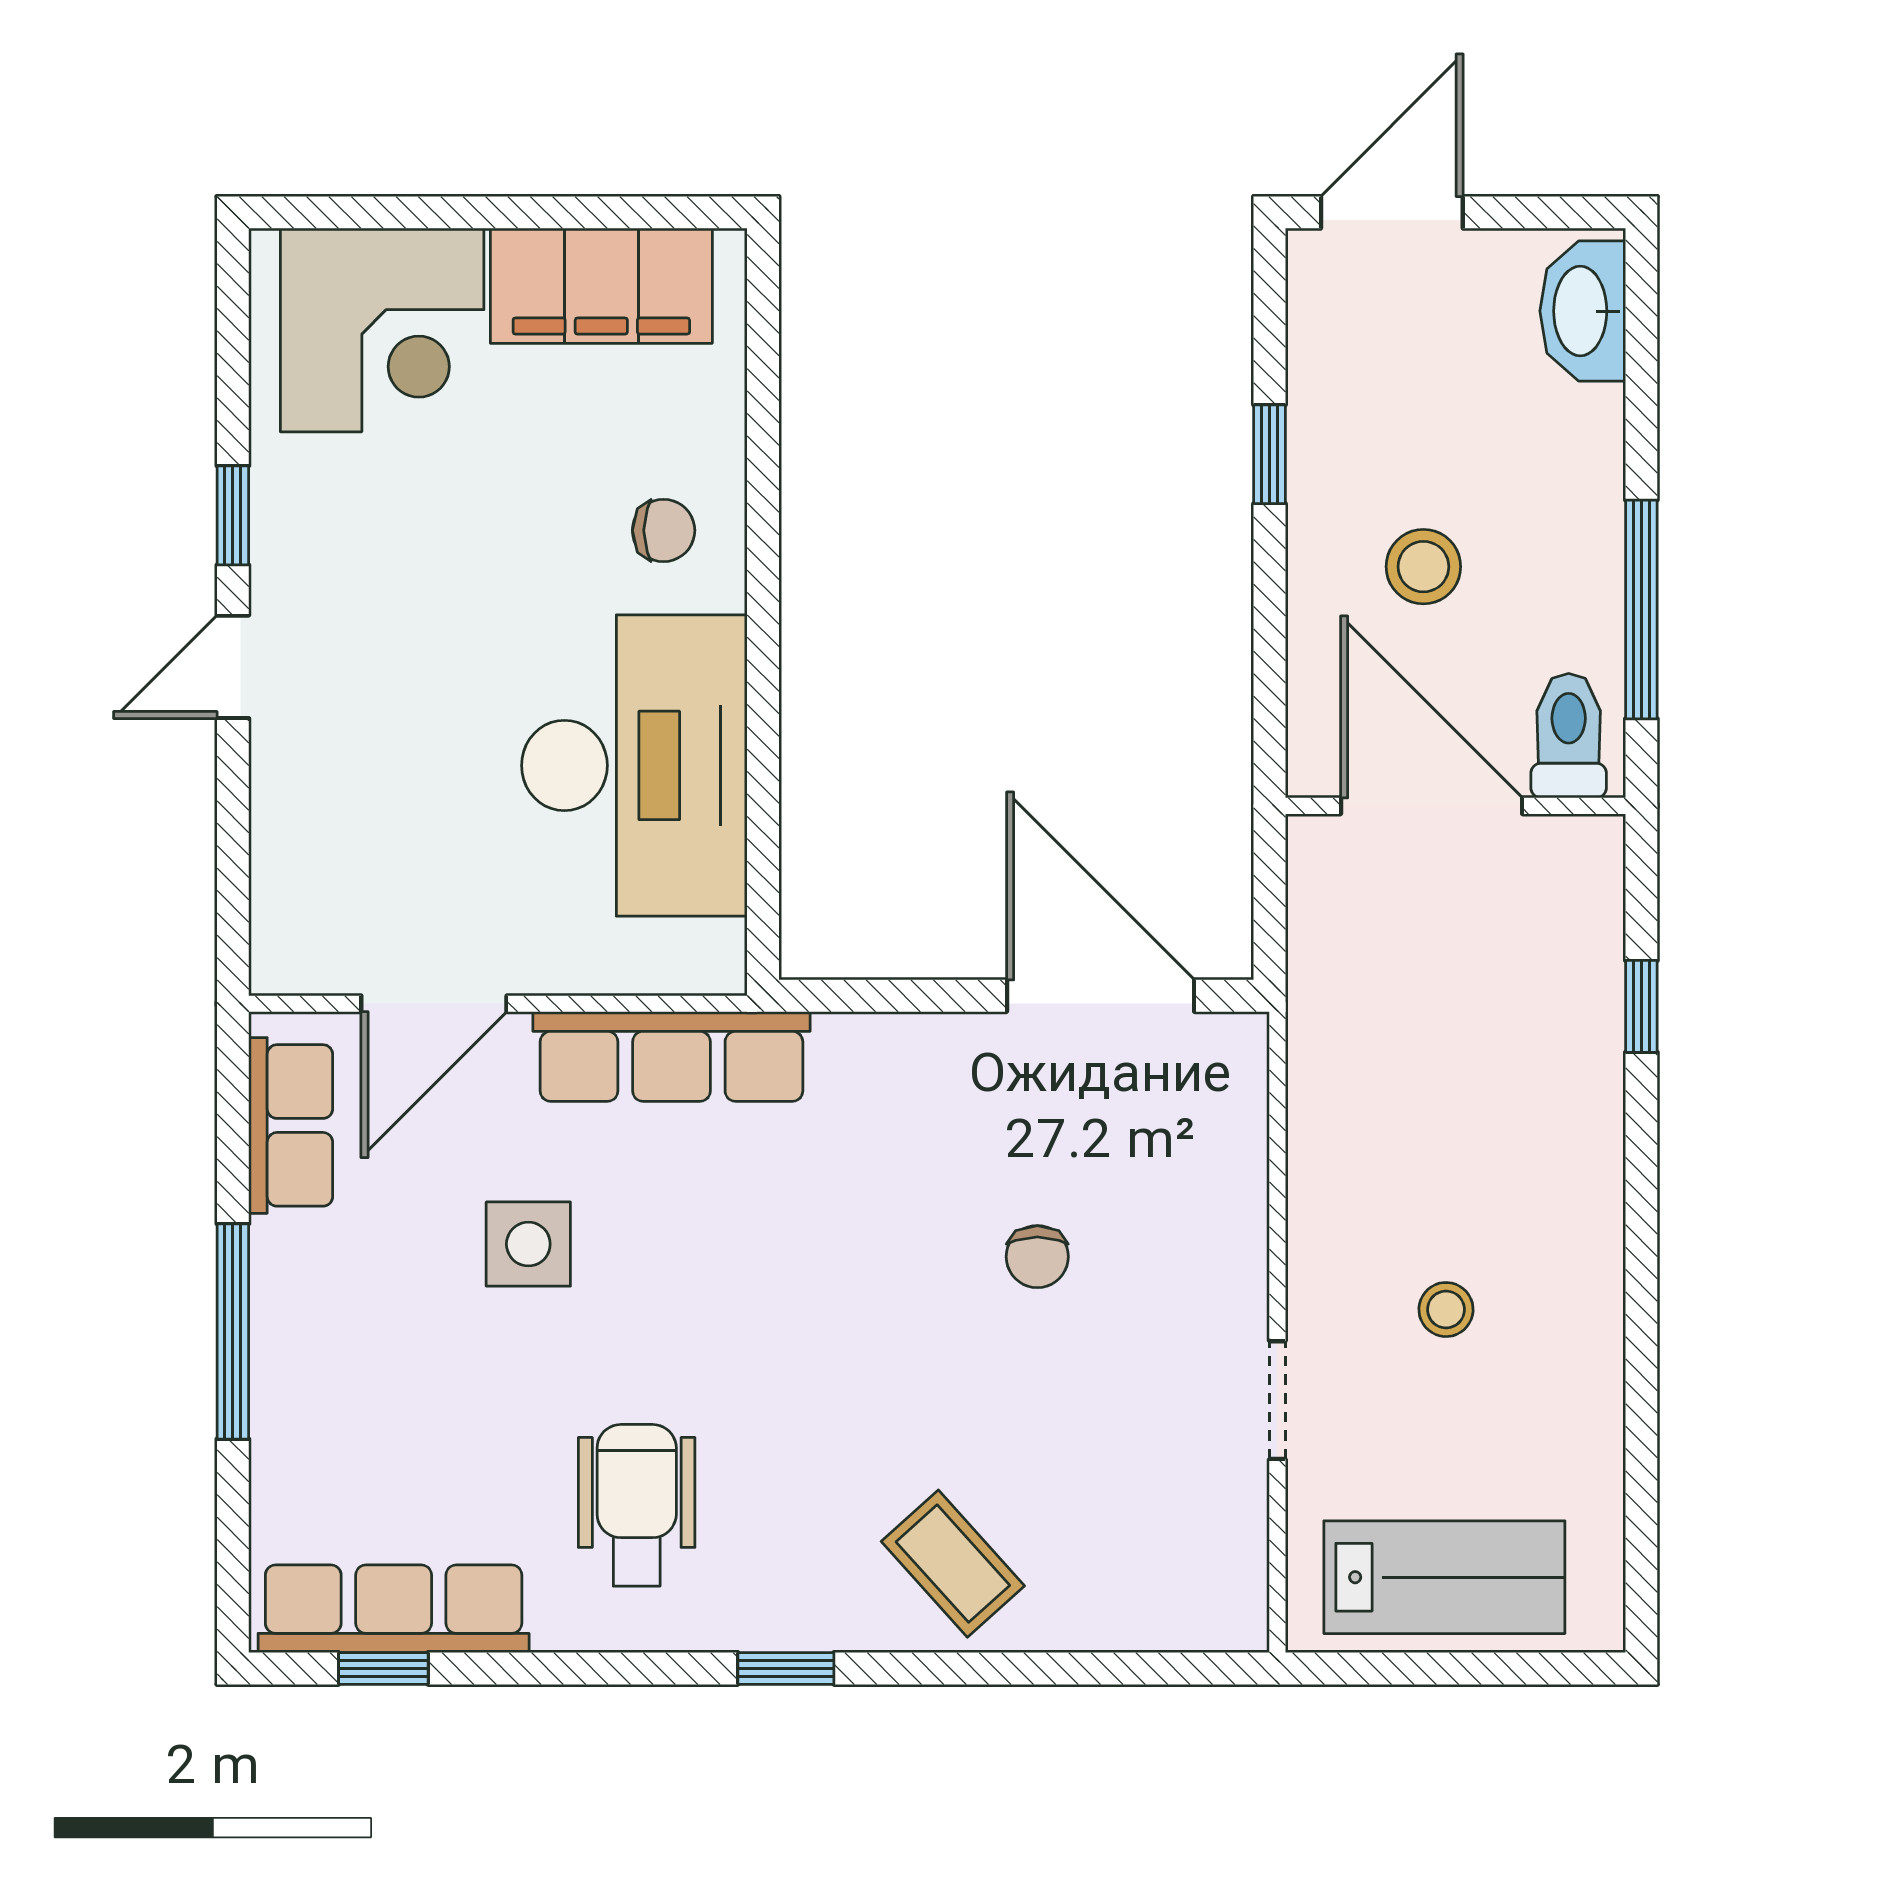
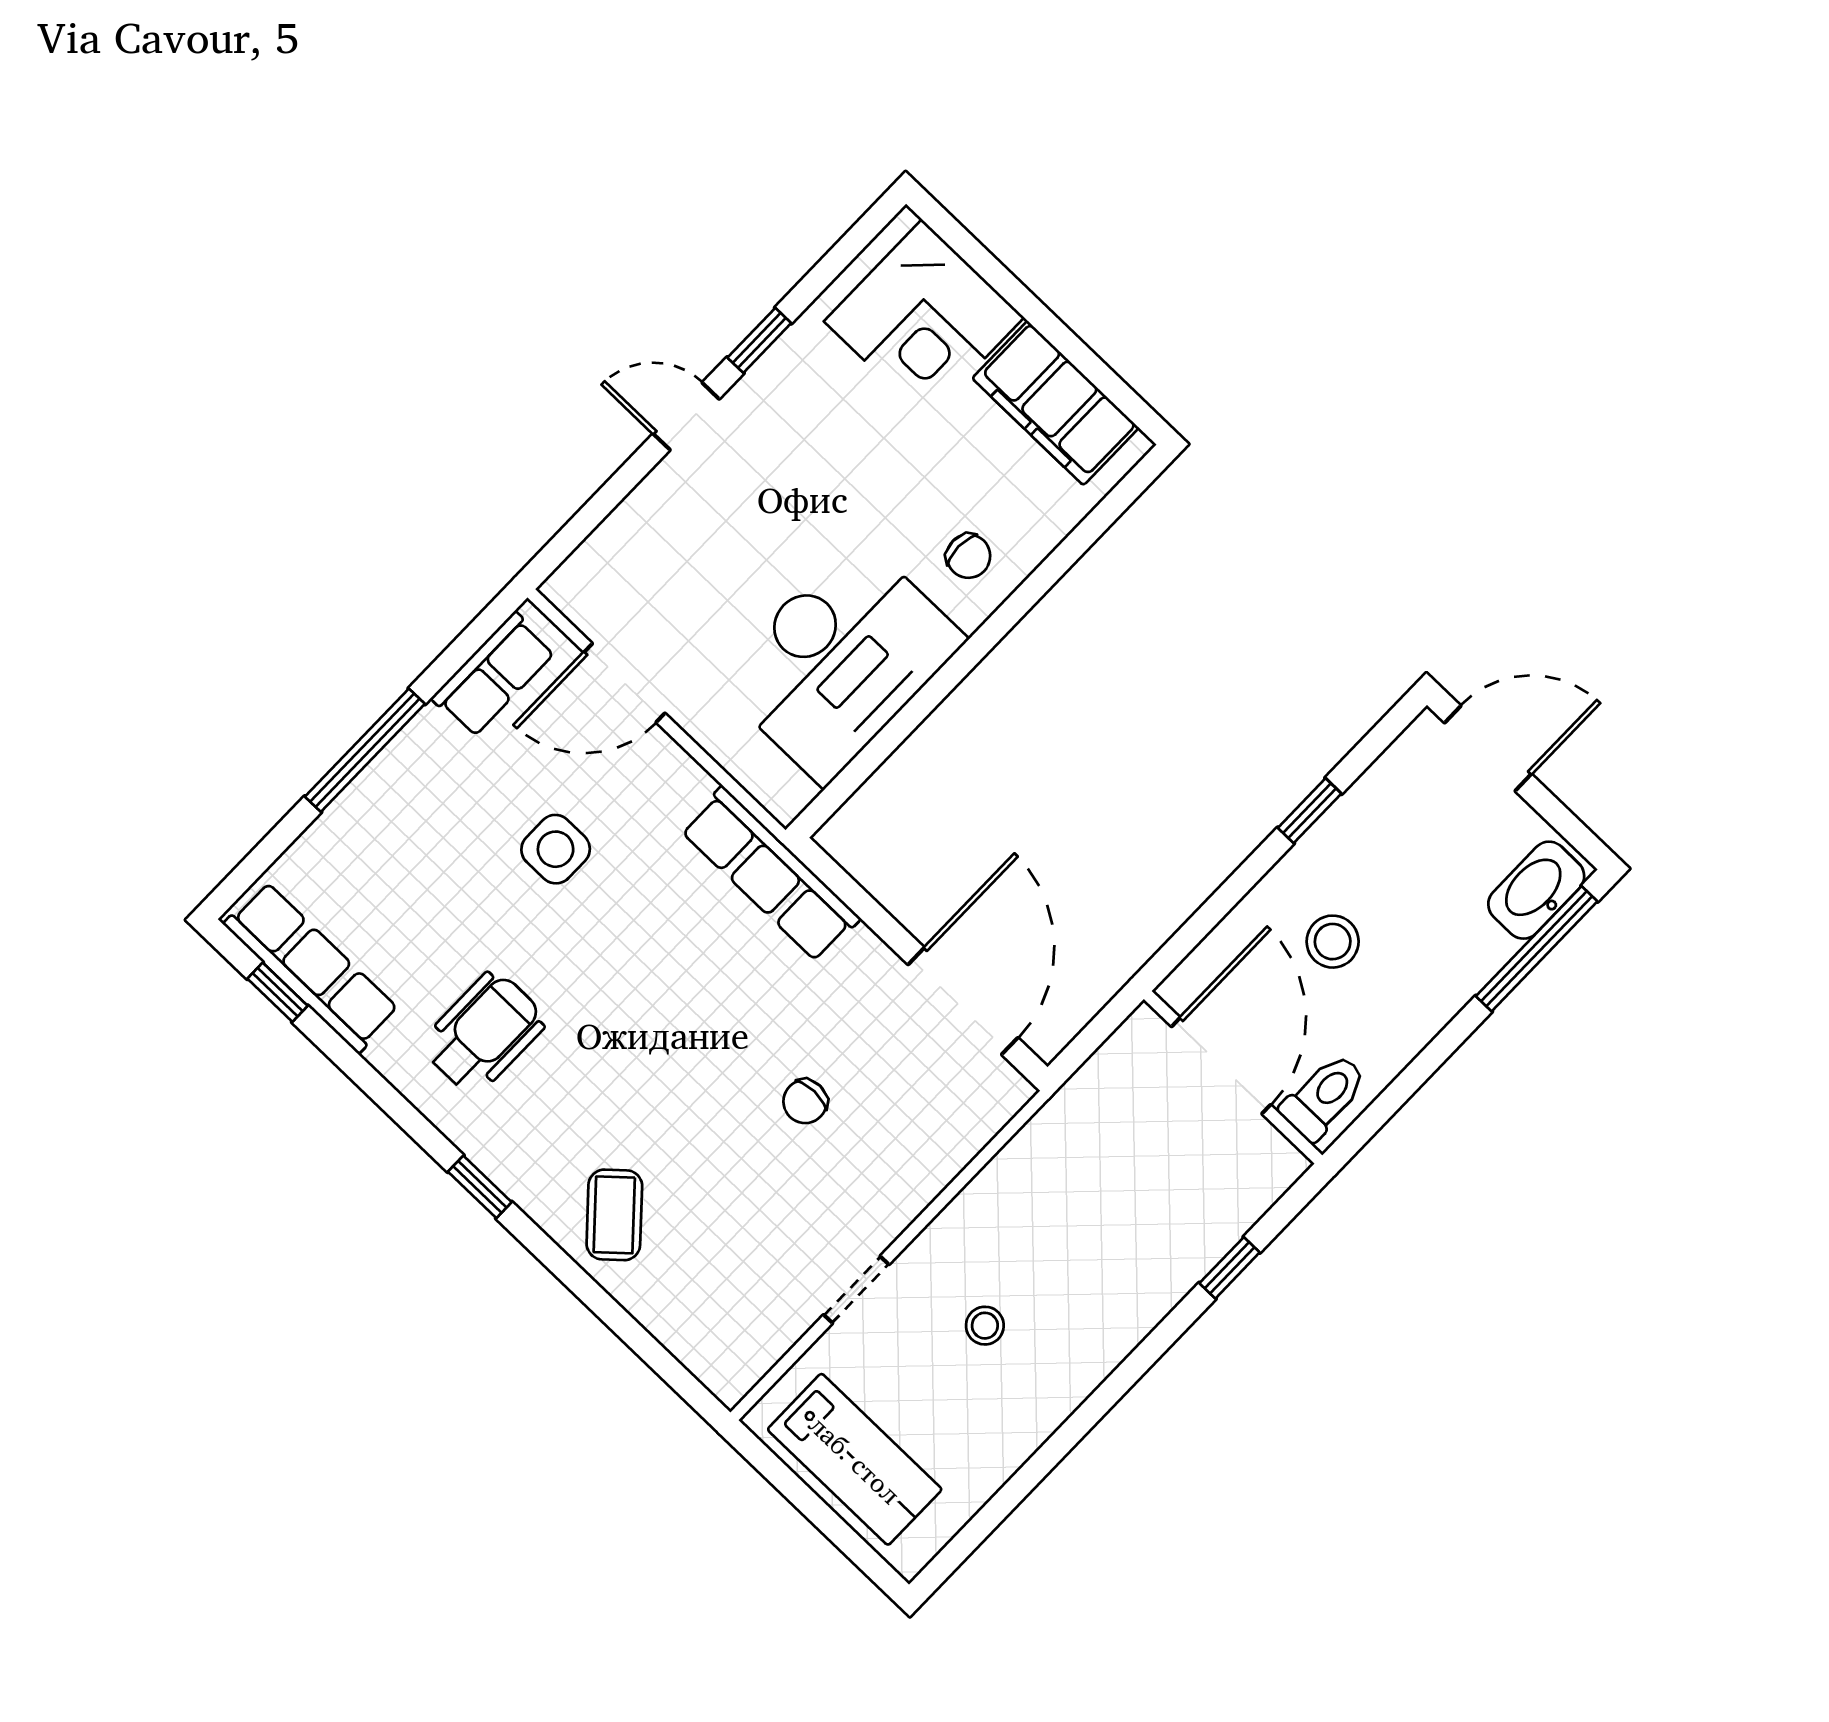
window: (1641, 609) -> (1537, 949), moved
row of seats: (671, 1056) -> (770, 874), moved

